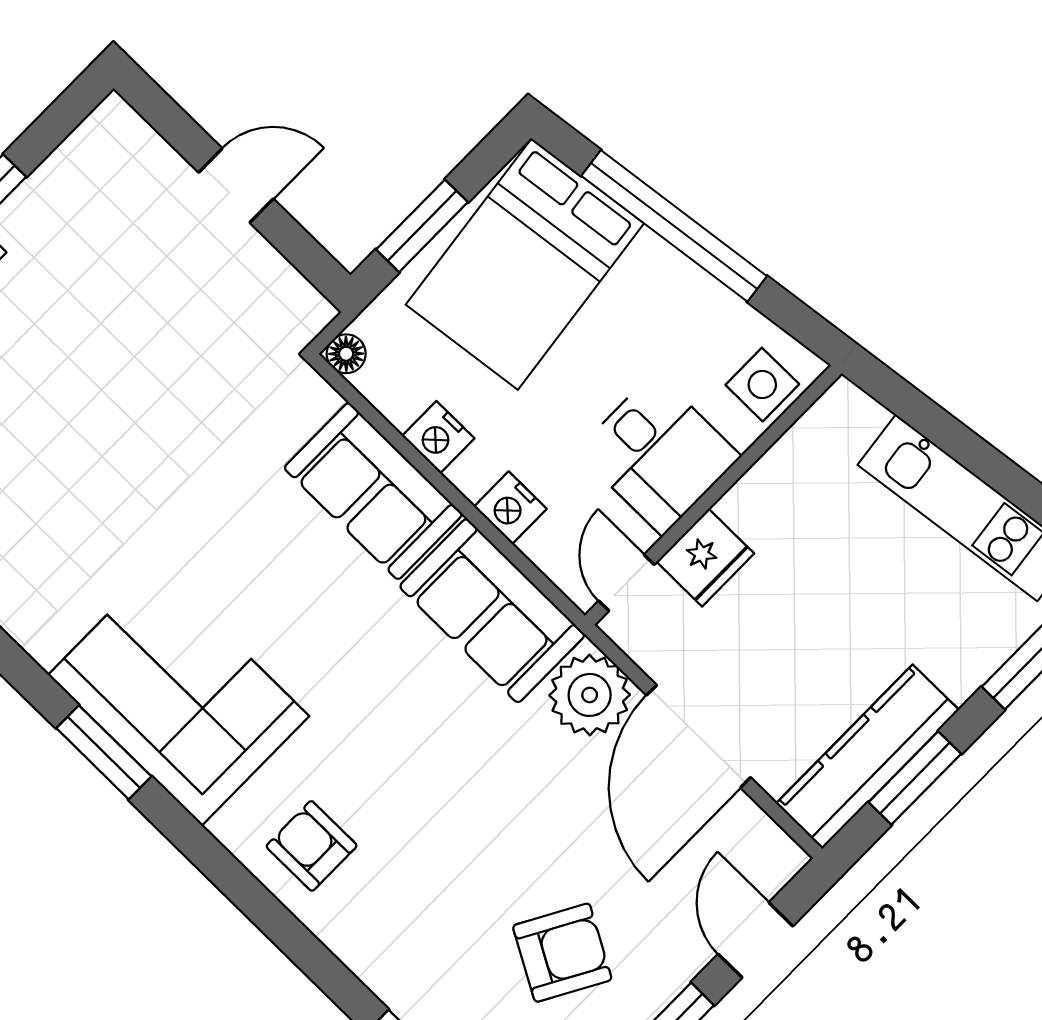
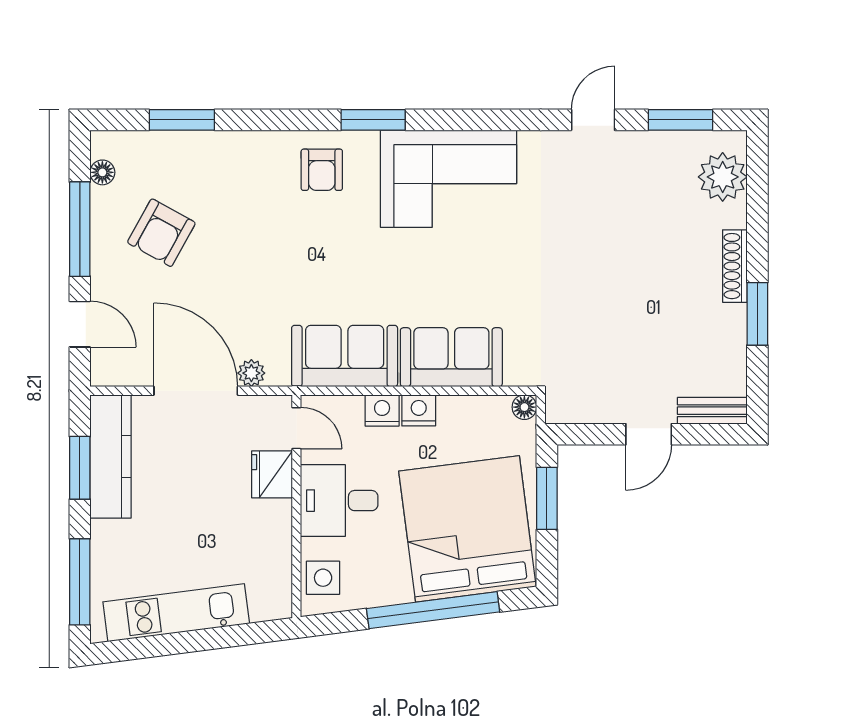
bench: (138, 141) -> (712, 411), added
bed: (525, 264) -> (467, 529), width x1.36
nightstand: (438, 437) -> (419, 410), moved
plant: (590, 695) -> (251, 373), width x0.53, depth x0.53
window: (104, 752) -> (373, 120), moved
armchair: (312, 846) -> (322, 170), turned 90

